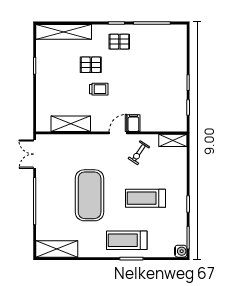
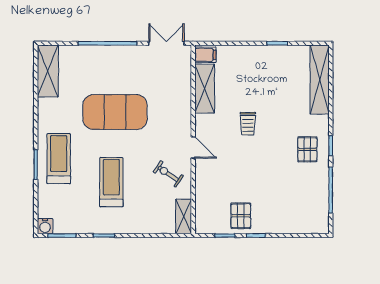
pallet: (91, 65) -> (241, 216), moved
filing cabinet: (133, 123) -> (205, 55), moved

